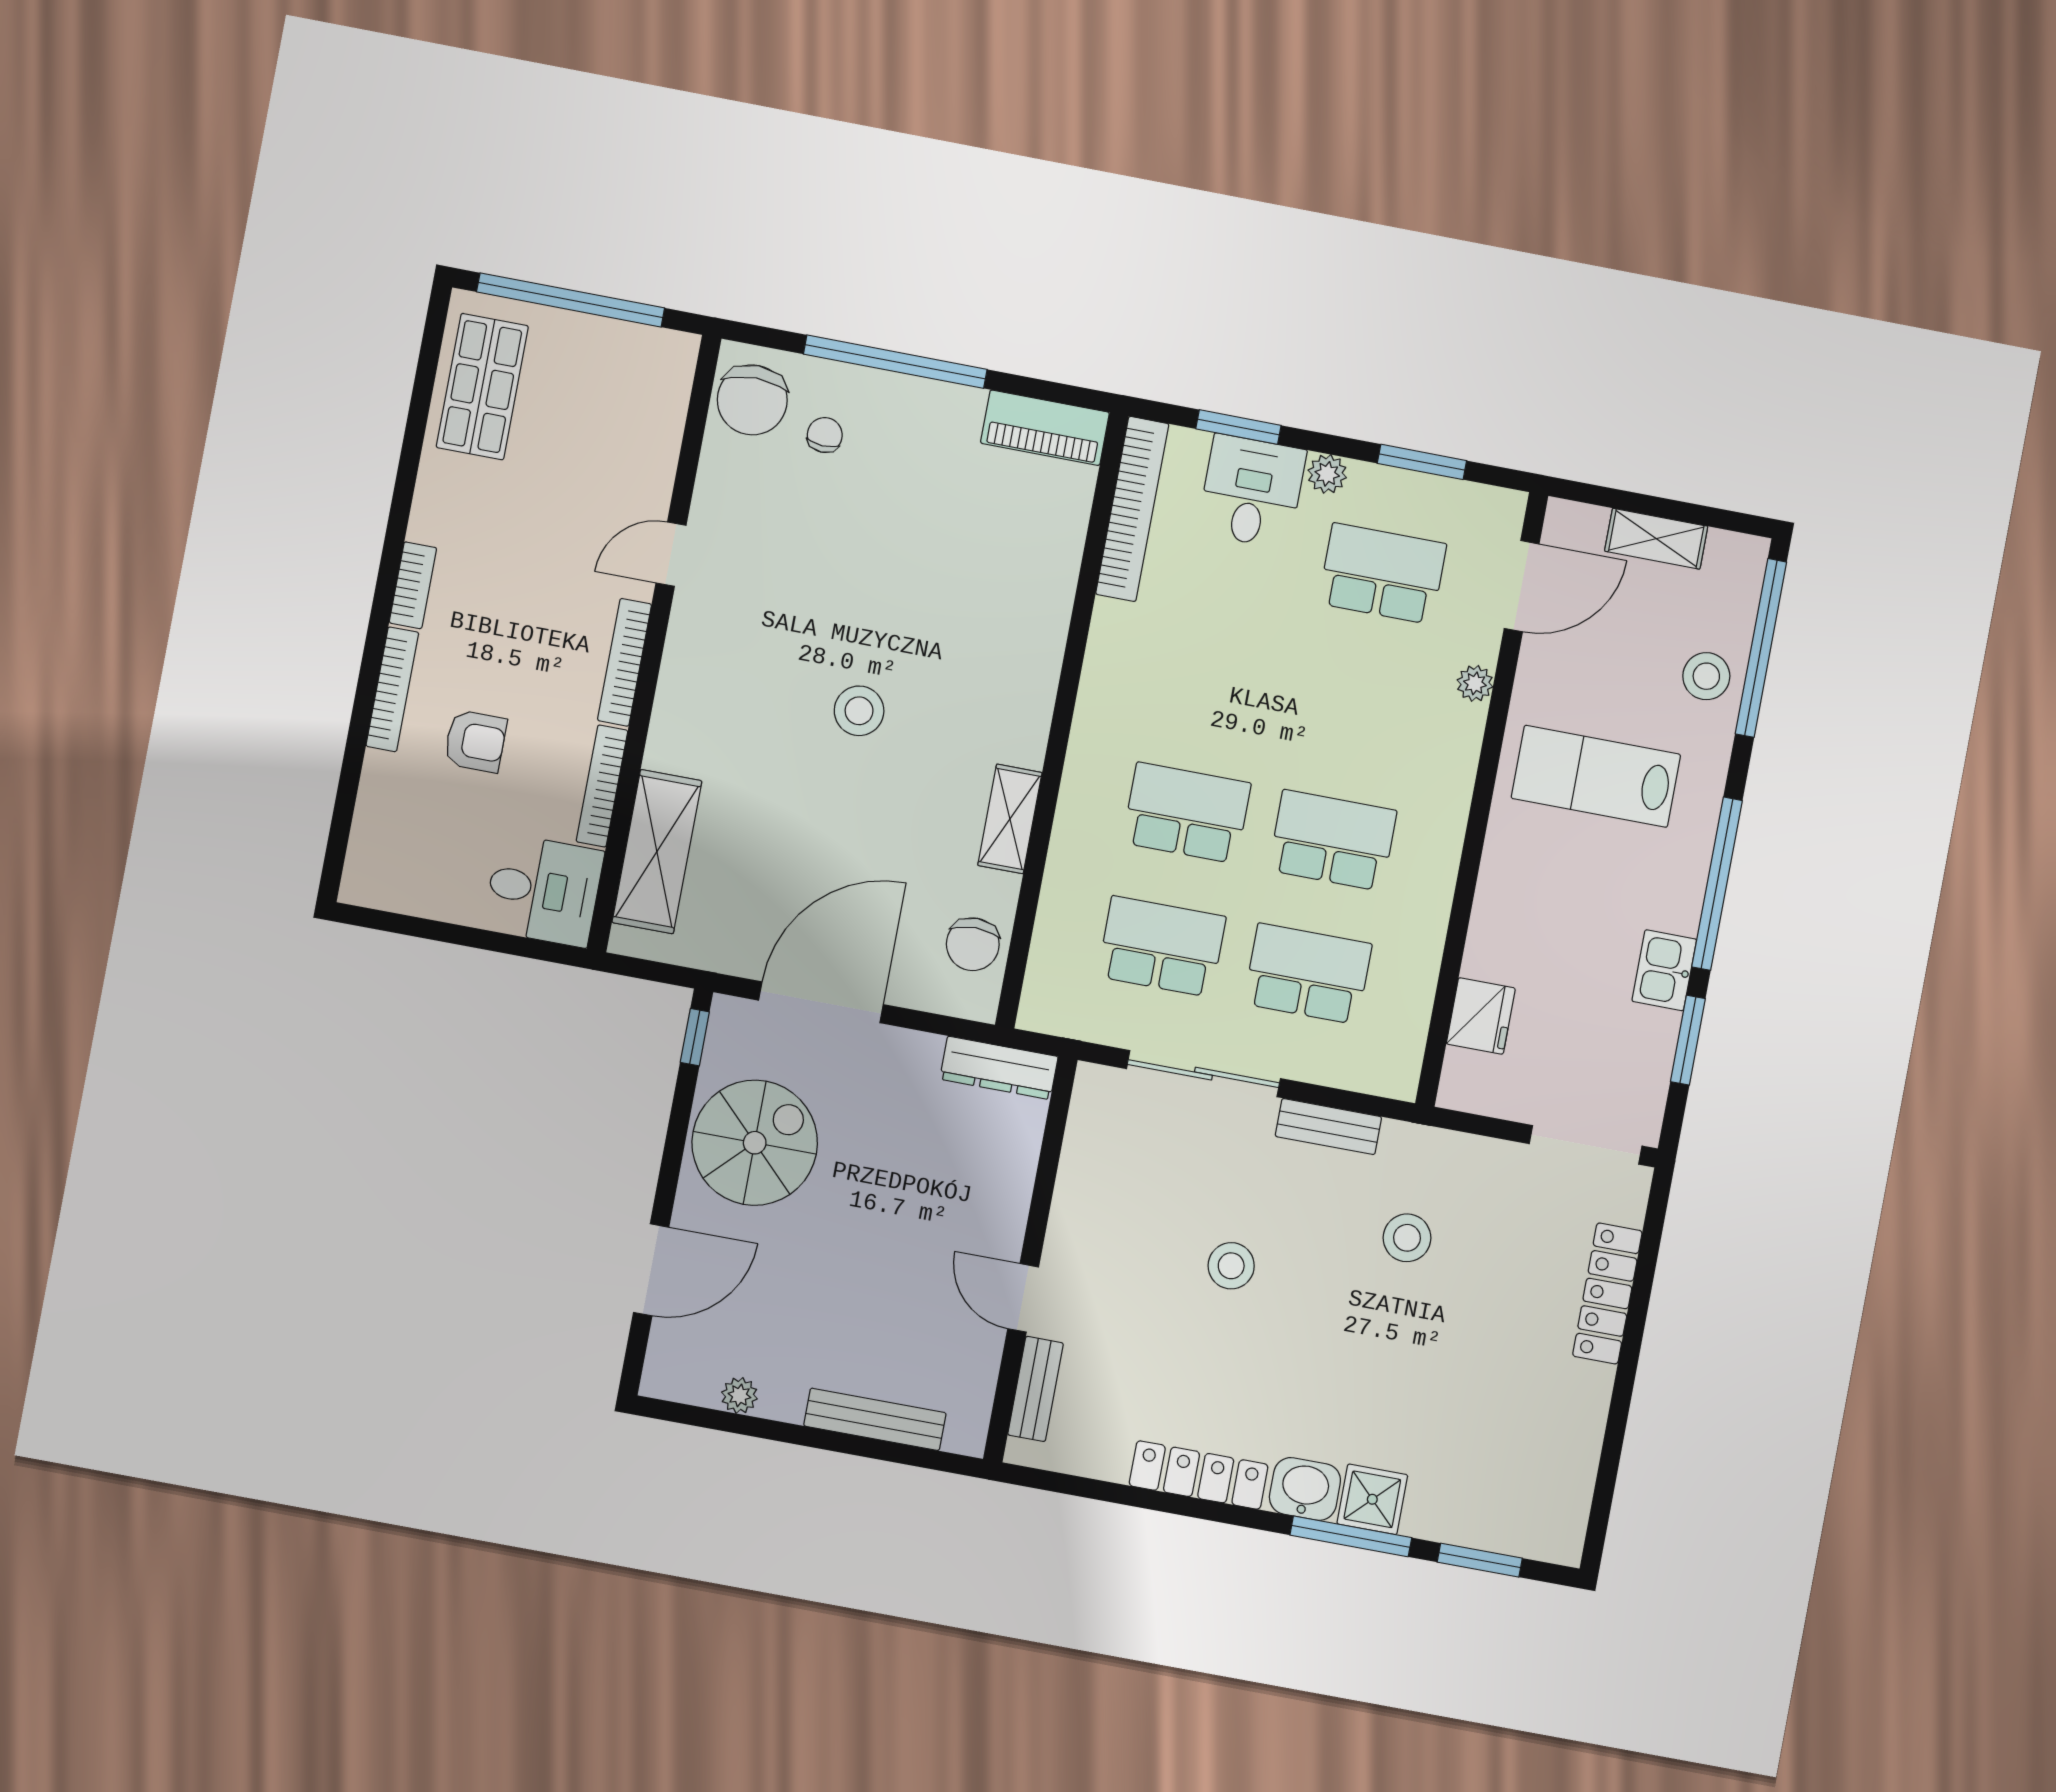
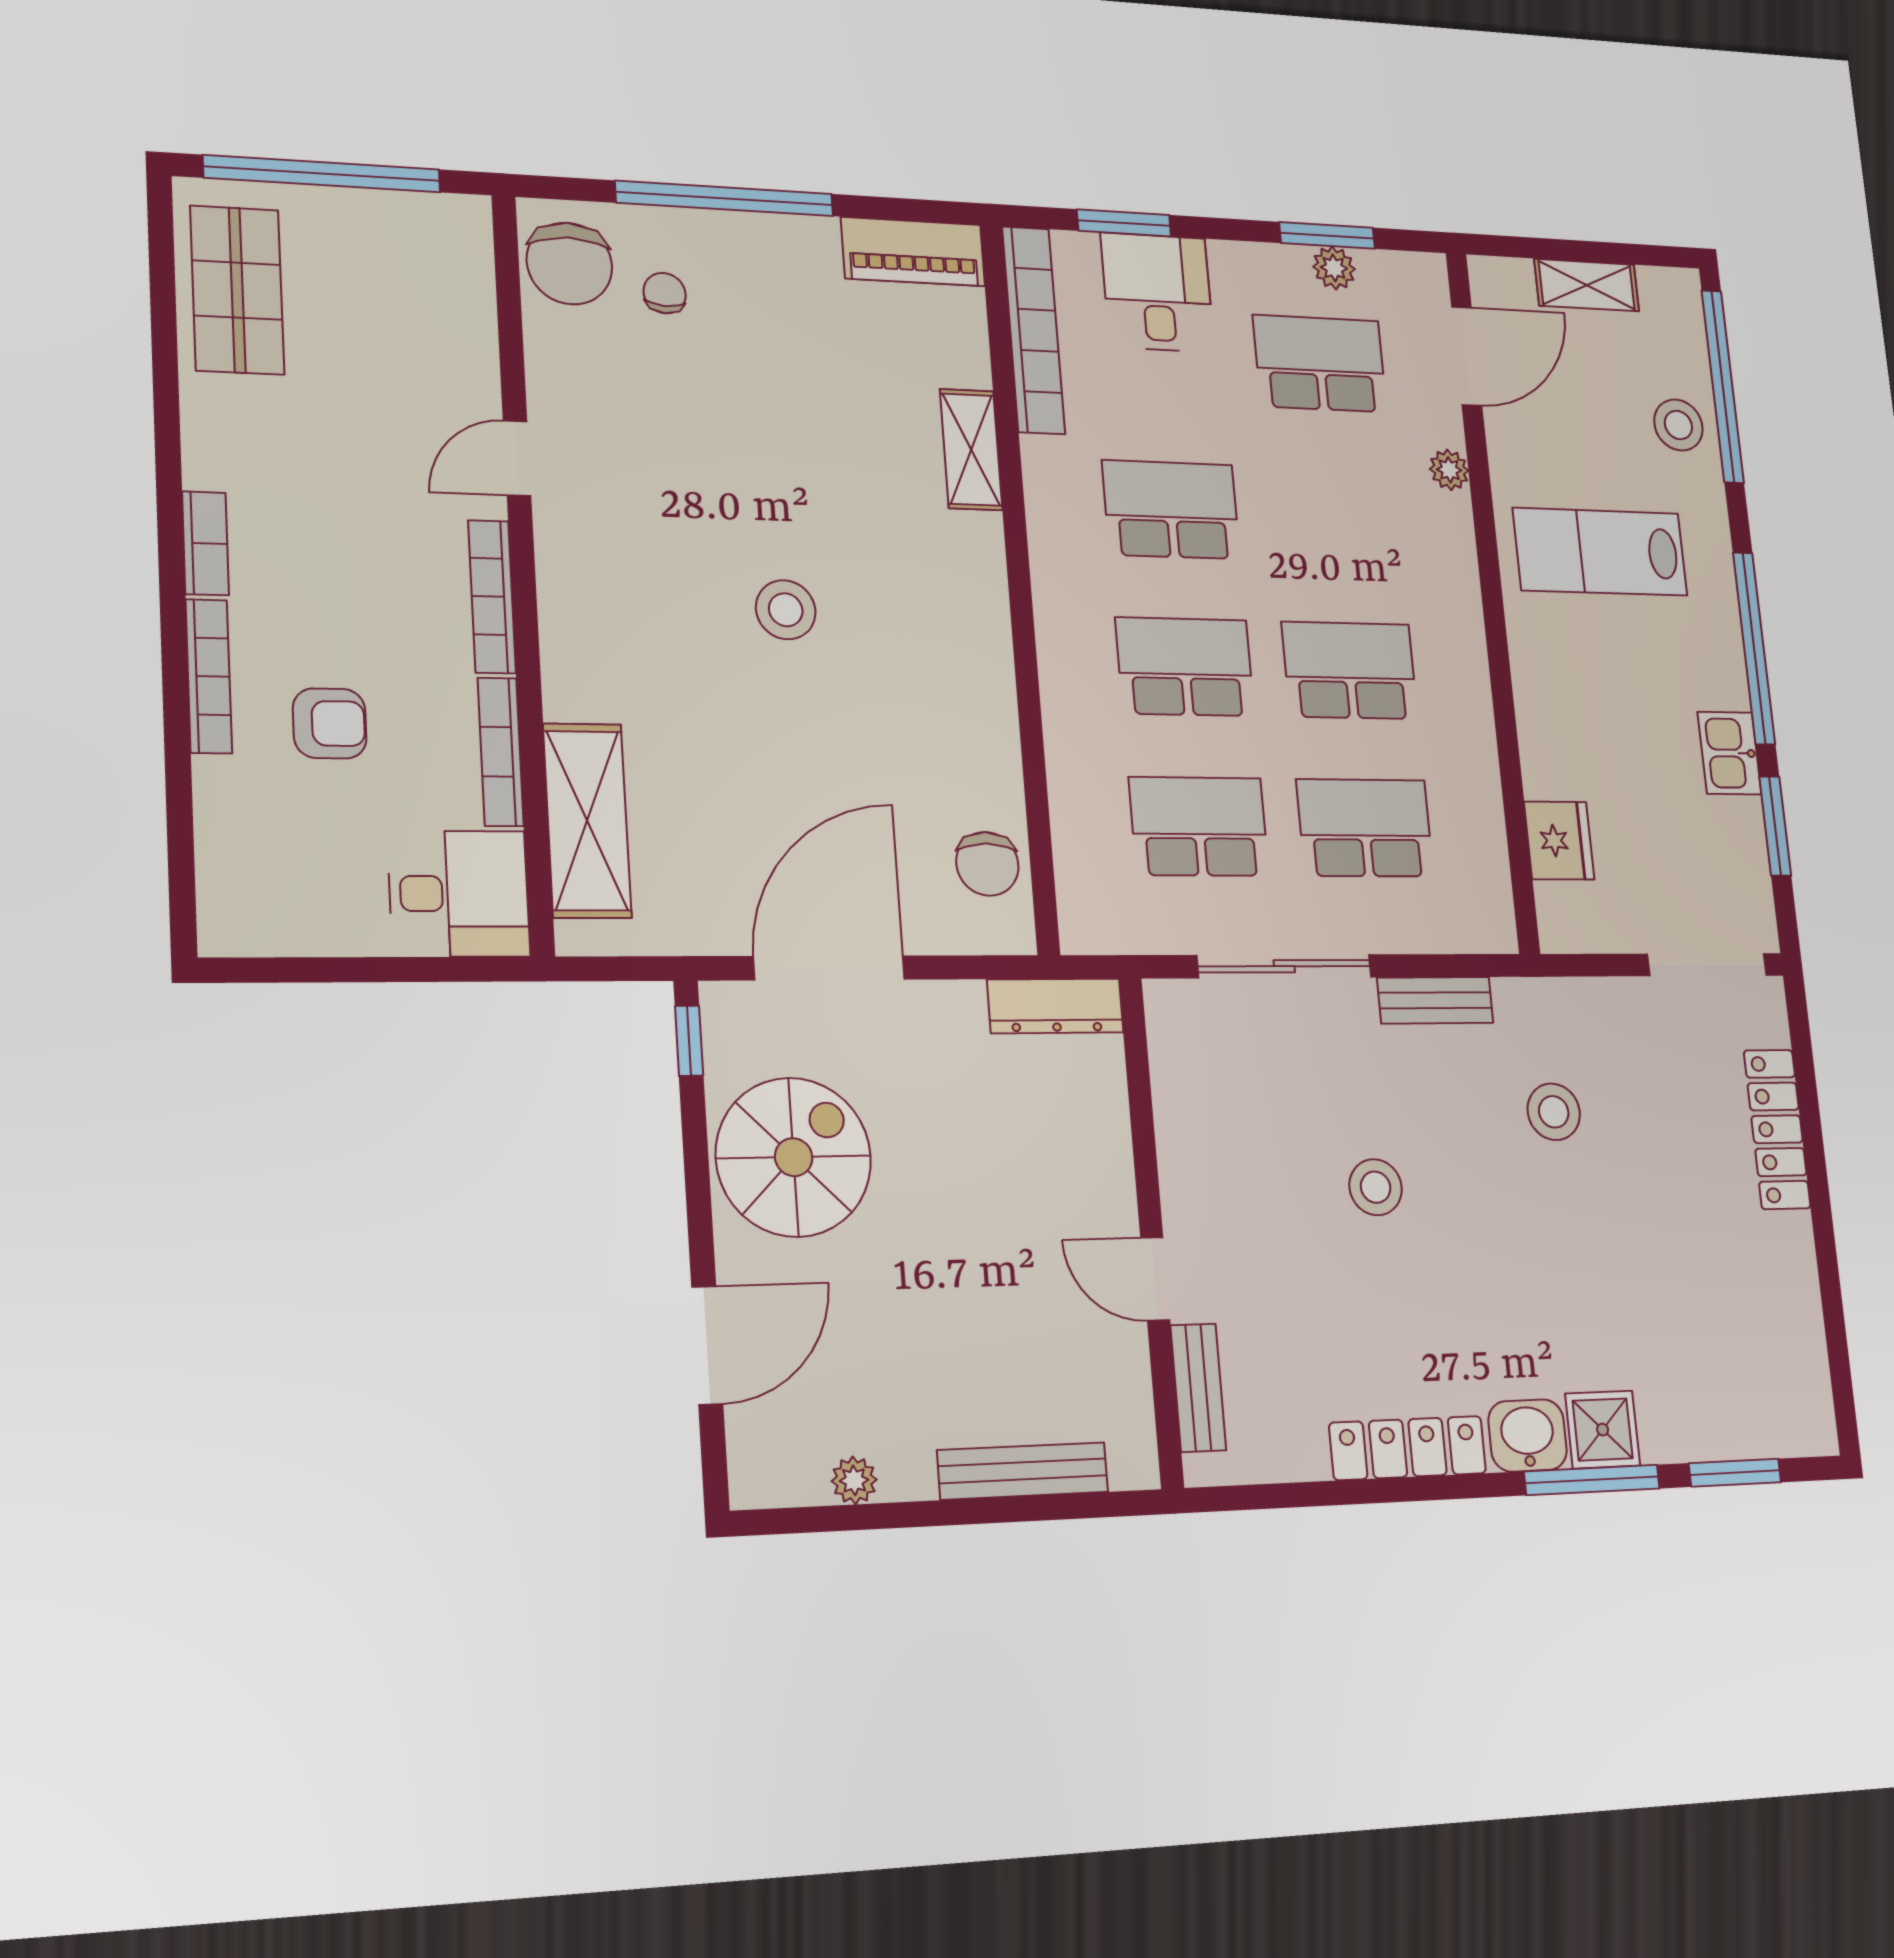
plant: (1327, 474) -> (1334, 268), moved
school desk: (1212, 679) -> (1171, 510), added
shelving: (1010, 819) -> (971, 450), moved

